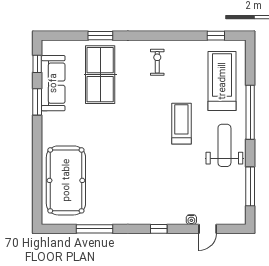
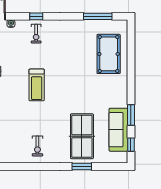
treadmill: (181, 124) -> (37, 85), moved
pool table: (66, 180) -> (109, 54), width x0.73, depth x0.76
exercise bike: (159, 207) -> (36, 34), added
window: (95, 229) -> (98, 16), moved

